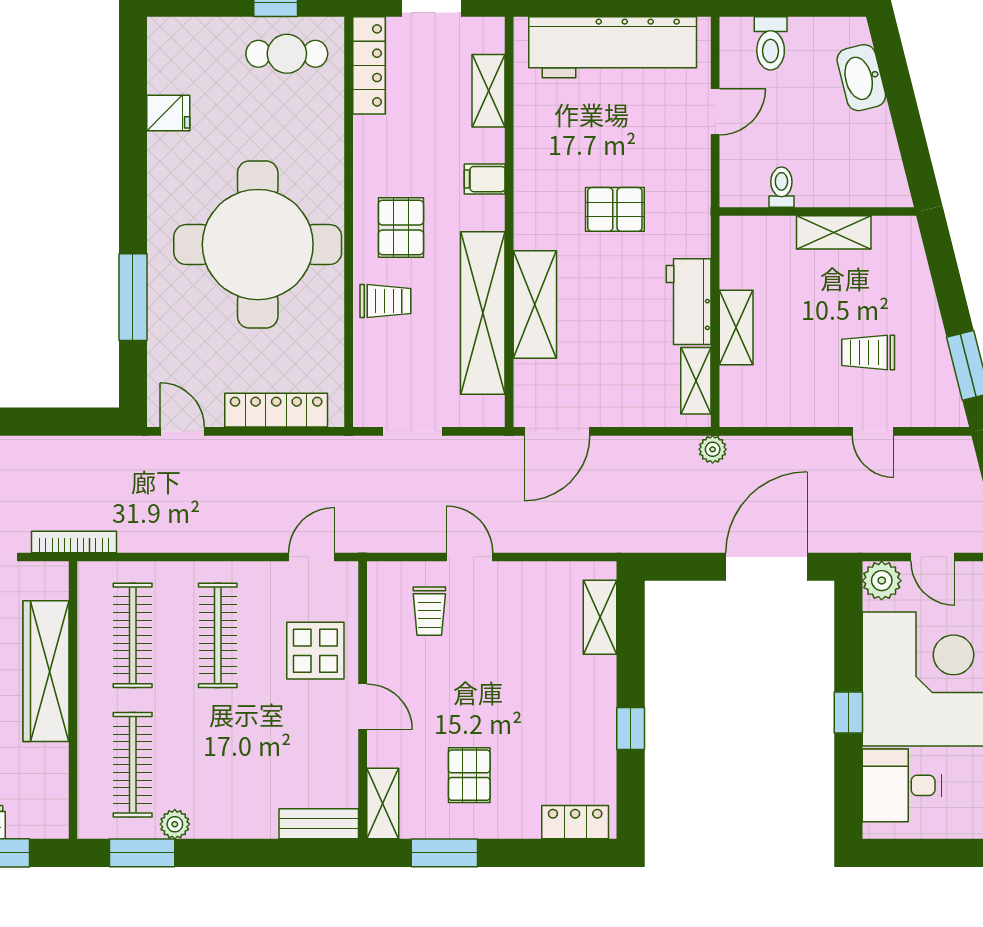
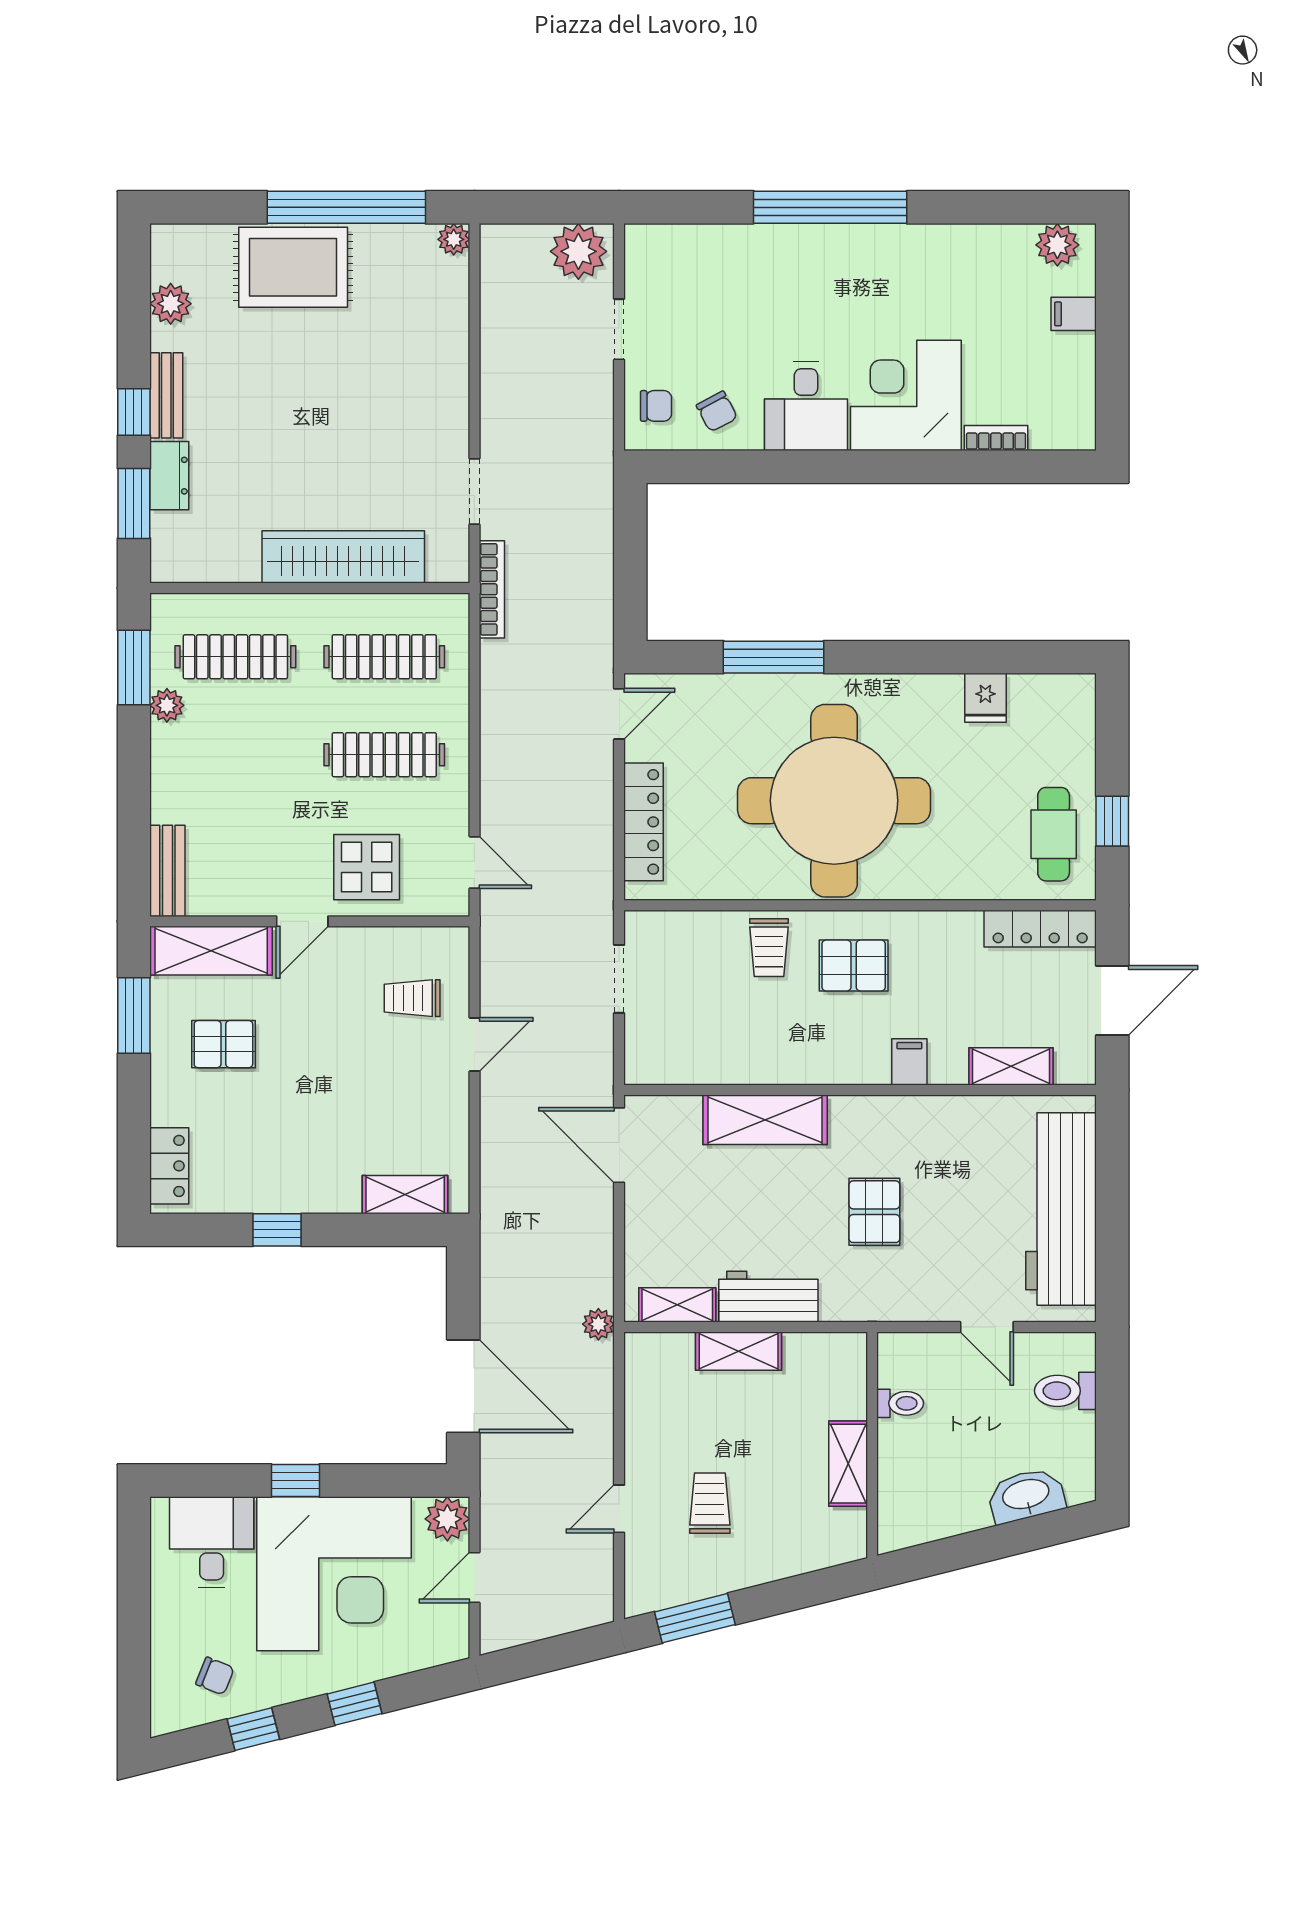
shelving: (483, 313) -> (755, 1060), removed
shelving: (383, 804) -> (211, 951), width x1.50, depth x1.33

